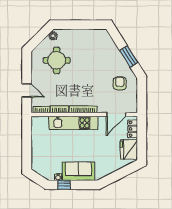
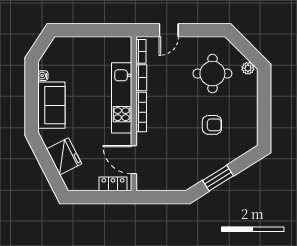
armchair: (120, 83) -> (212, 125), moved
fridge: (129, 149) -> (64, 156), moved, turned 63
window: (64, 185) -> (32, 84), removed

